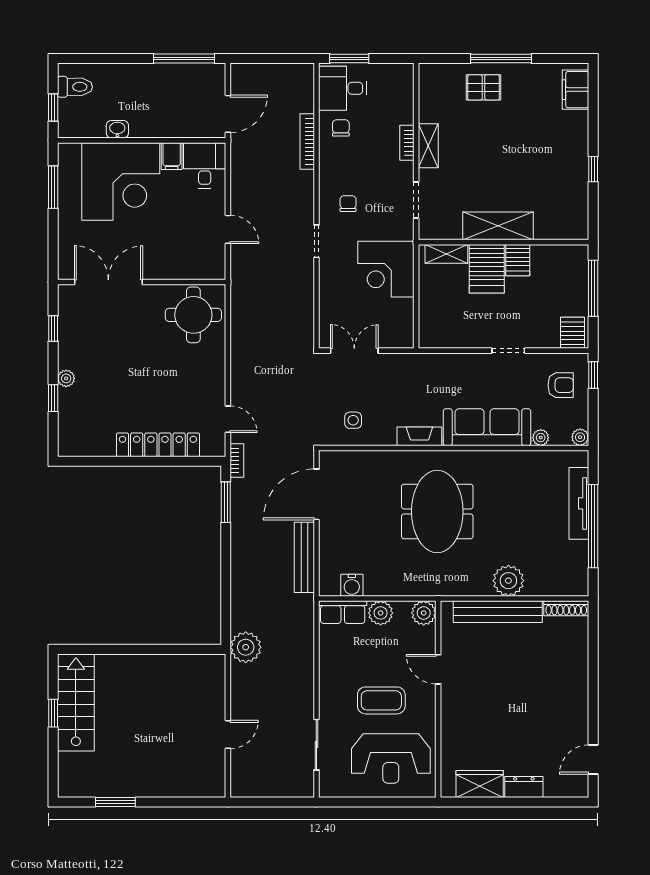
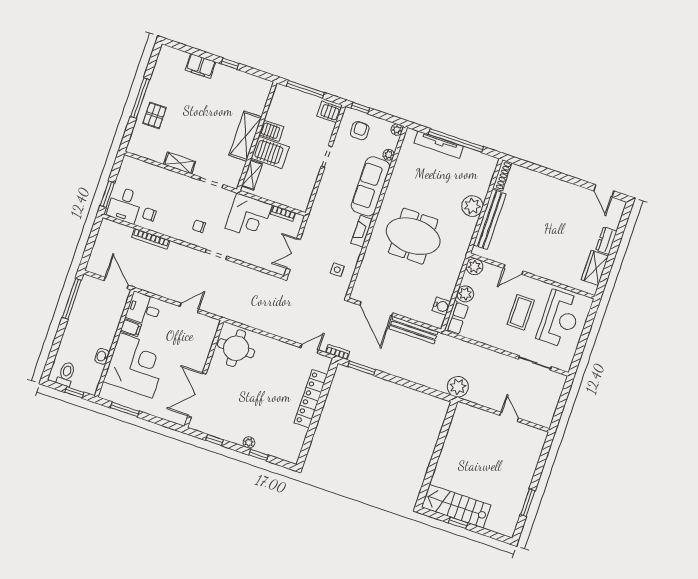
filing cabinet: (575, 90) -> (200, 66), moved
bookcase: (407, 143) -> (283, 213), moved

